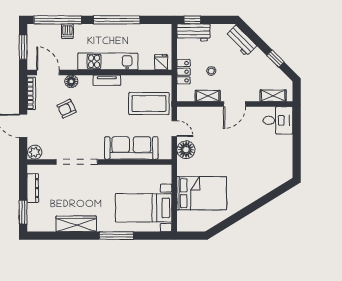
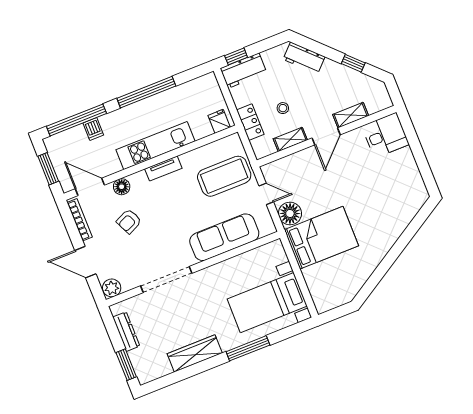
shelving: (273, 96) -> (351, 115), moved
bed: (202, 193) -> (321, 238), moved

